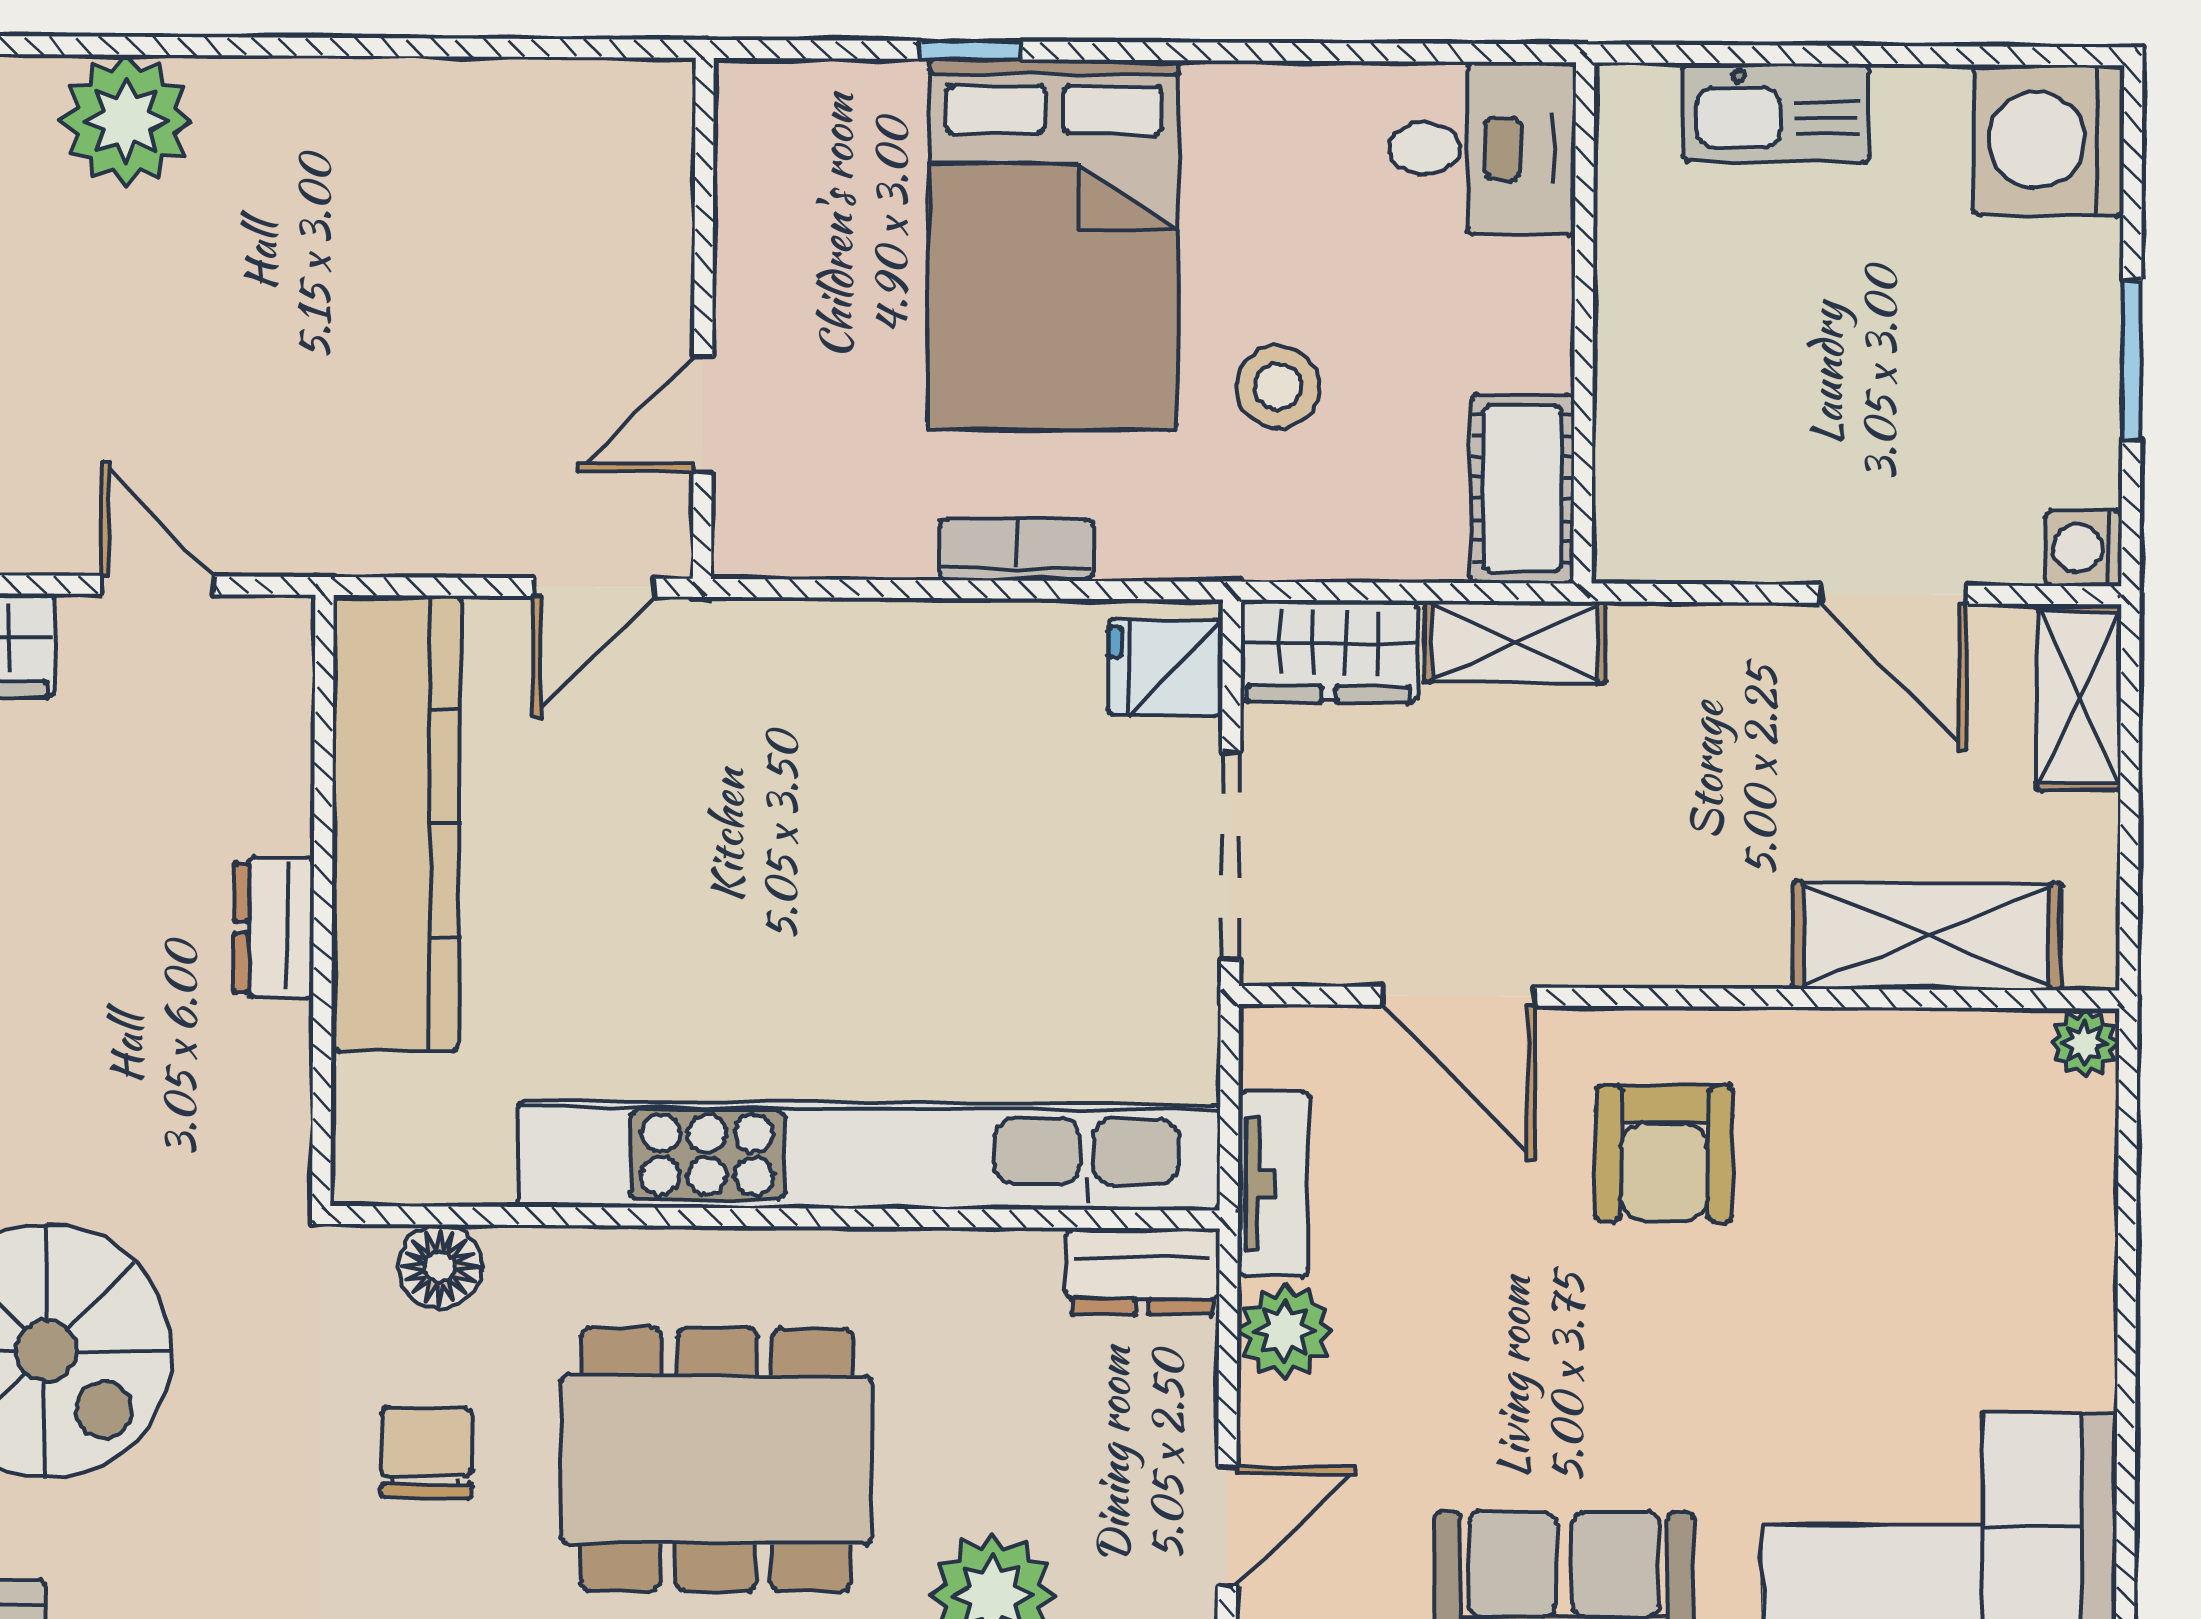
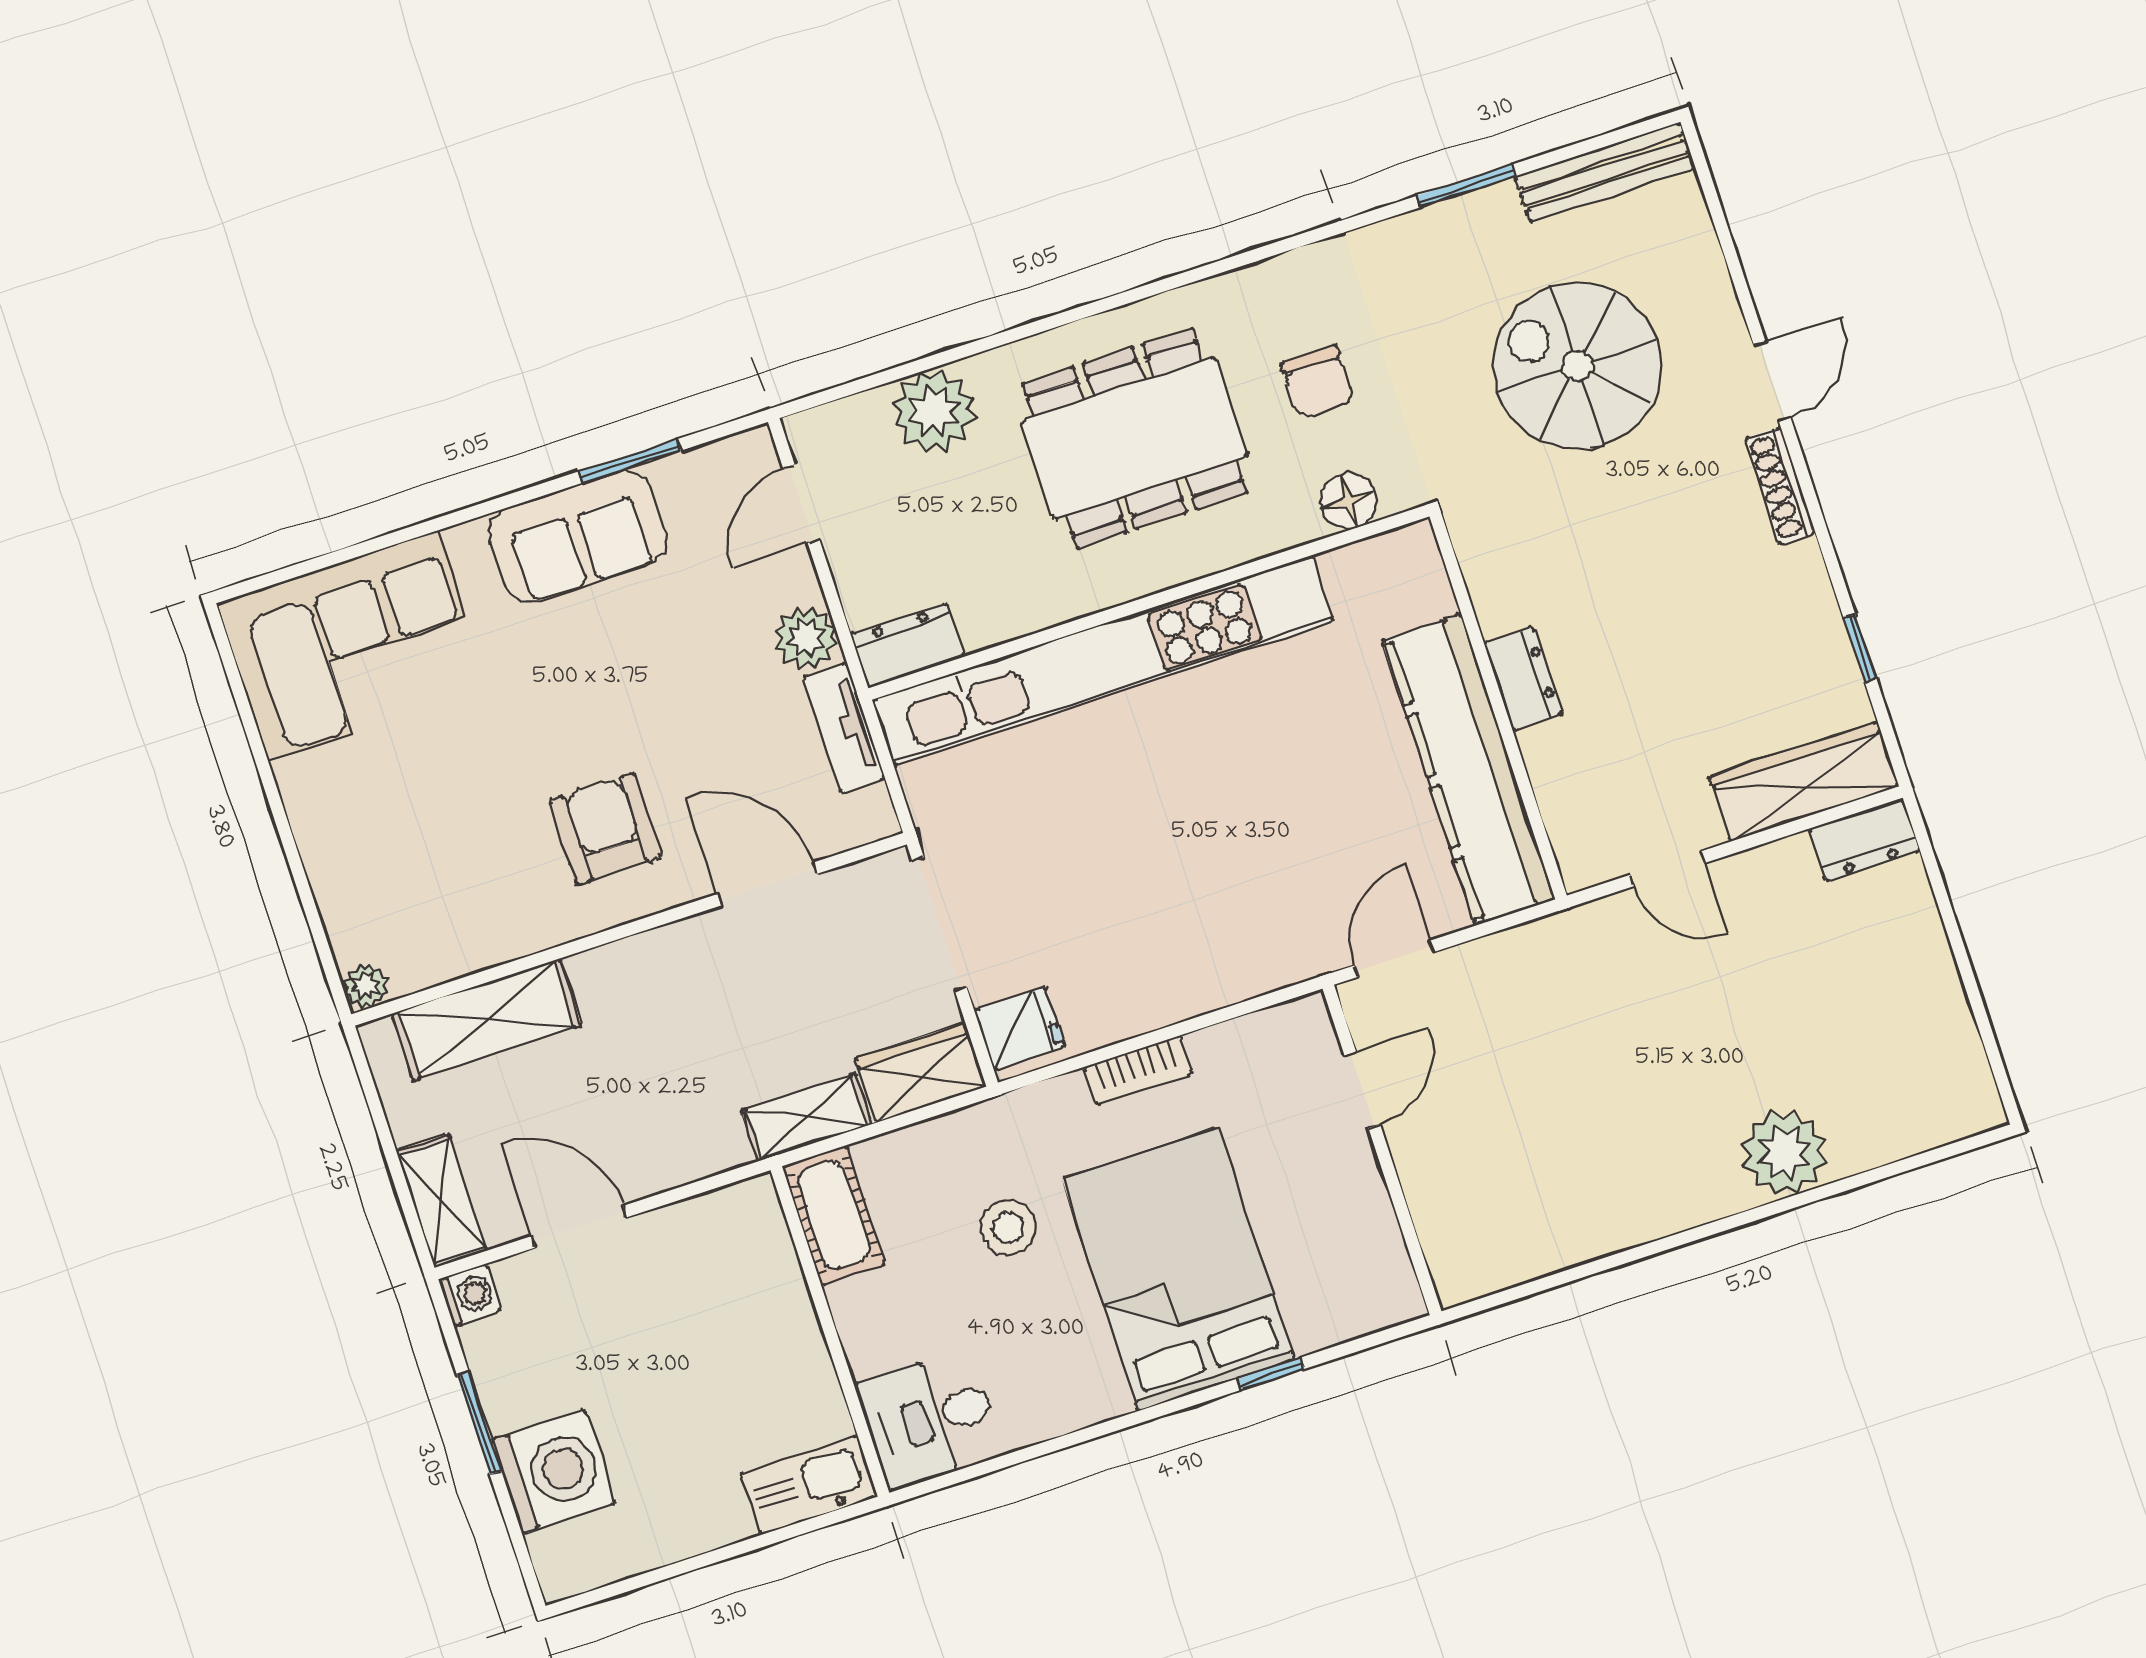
kitchen sink: (1776, 113) -> (809, 1485), moved
washing machine: (2049, 140) -> (554, 1472), moved

